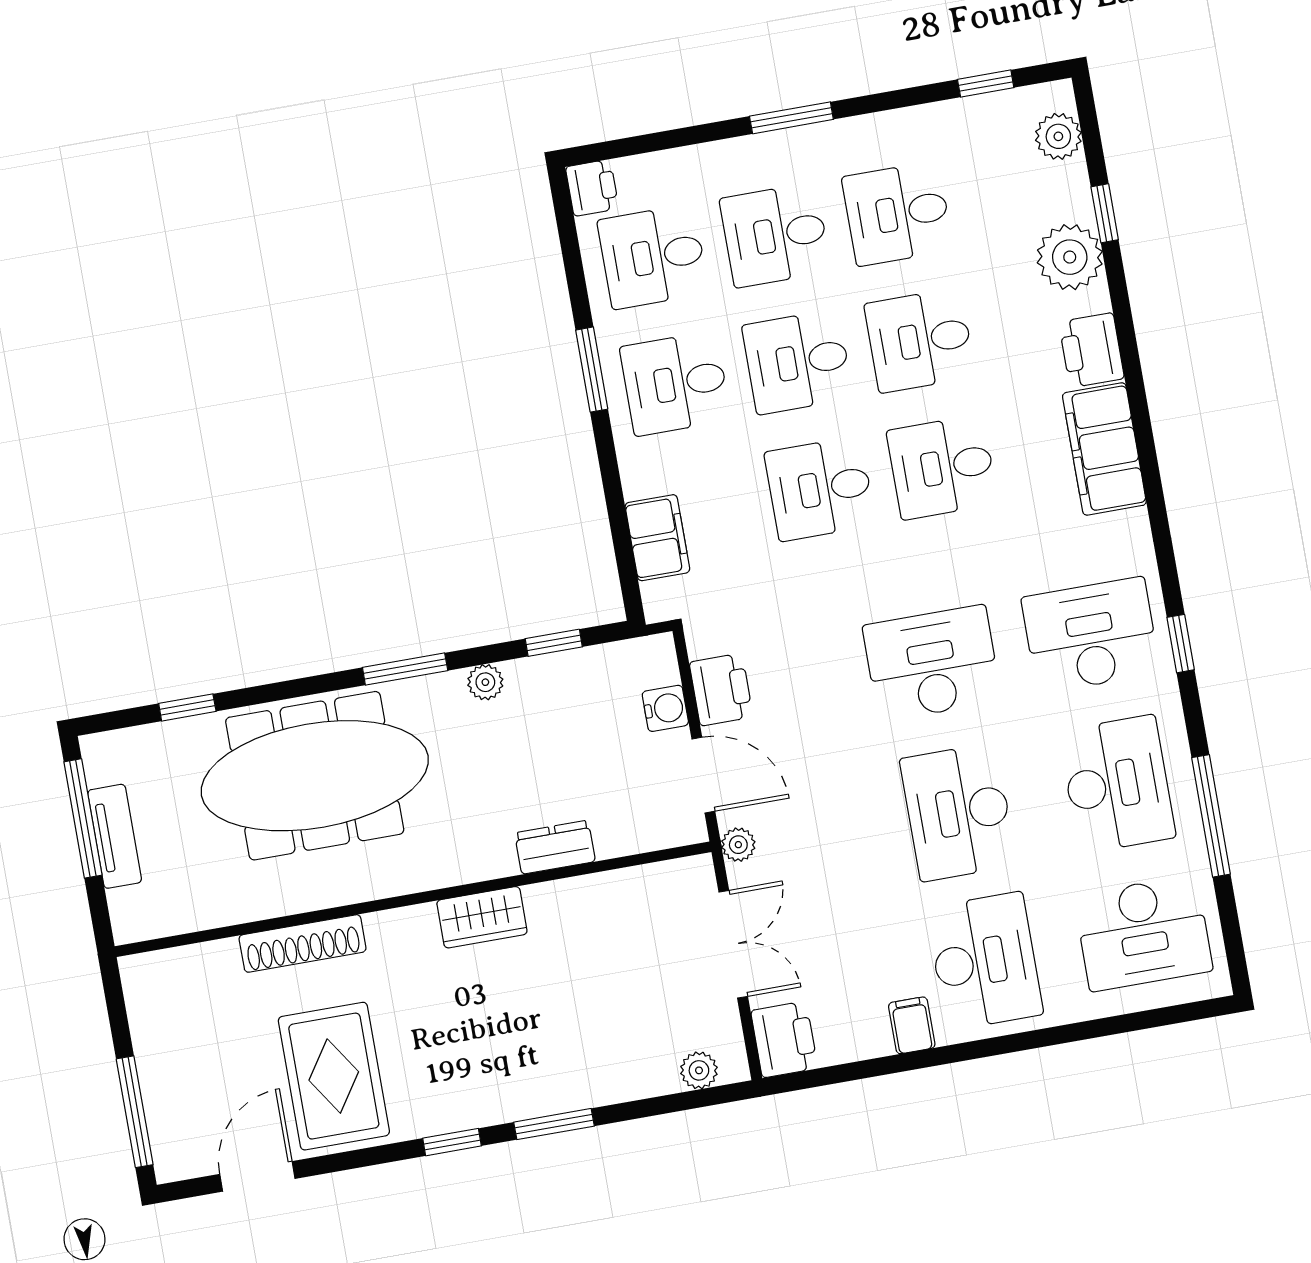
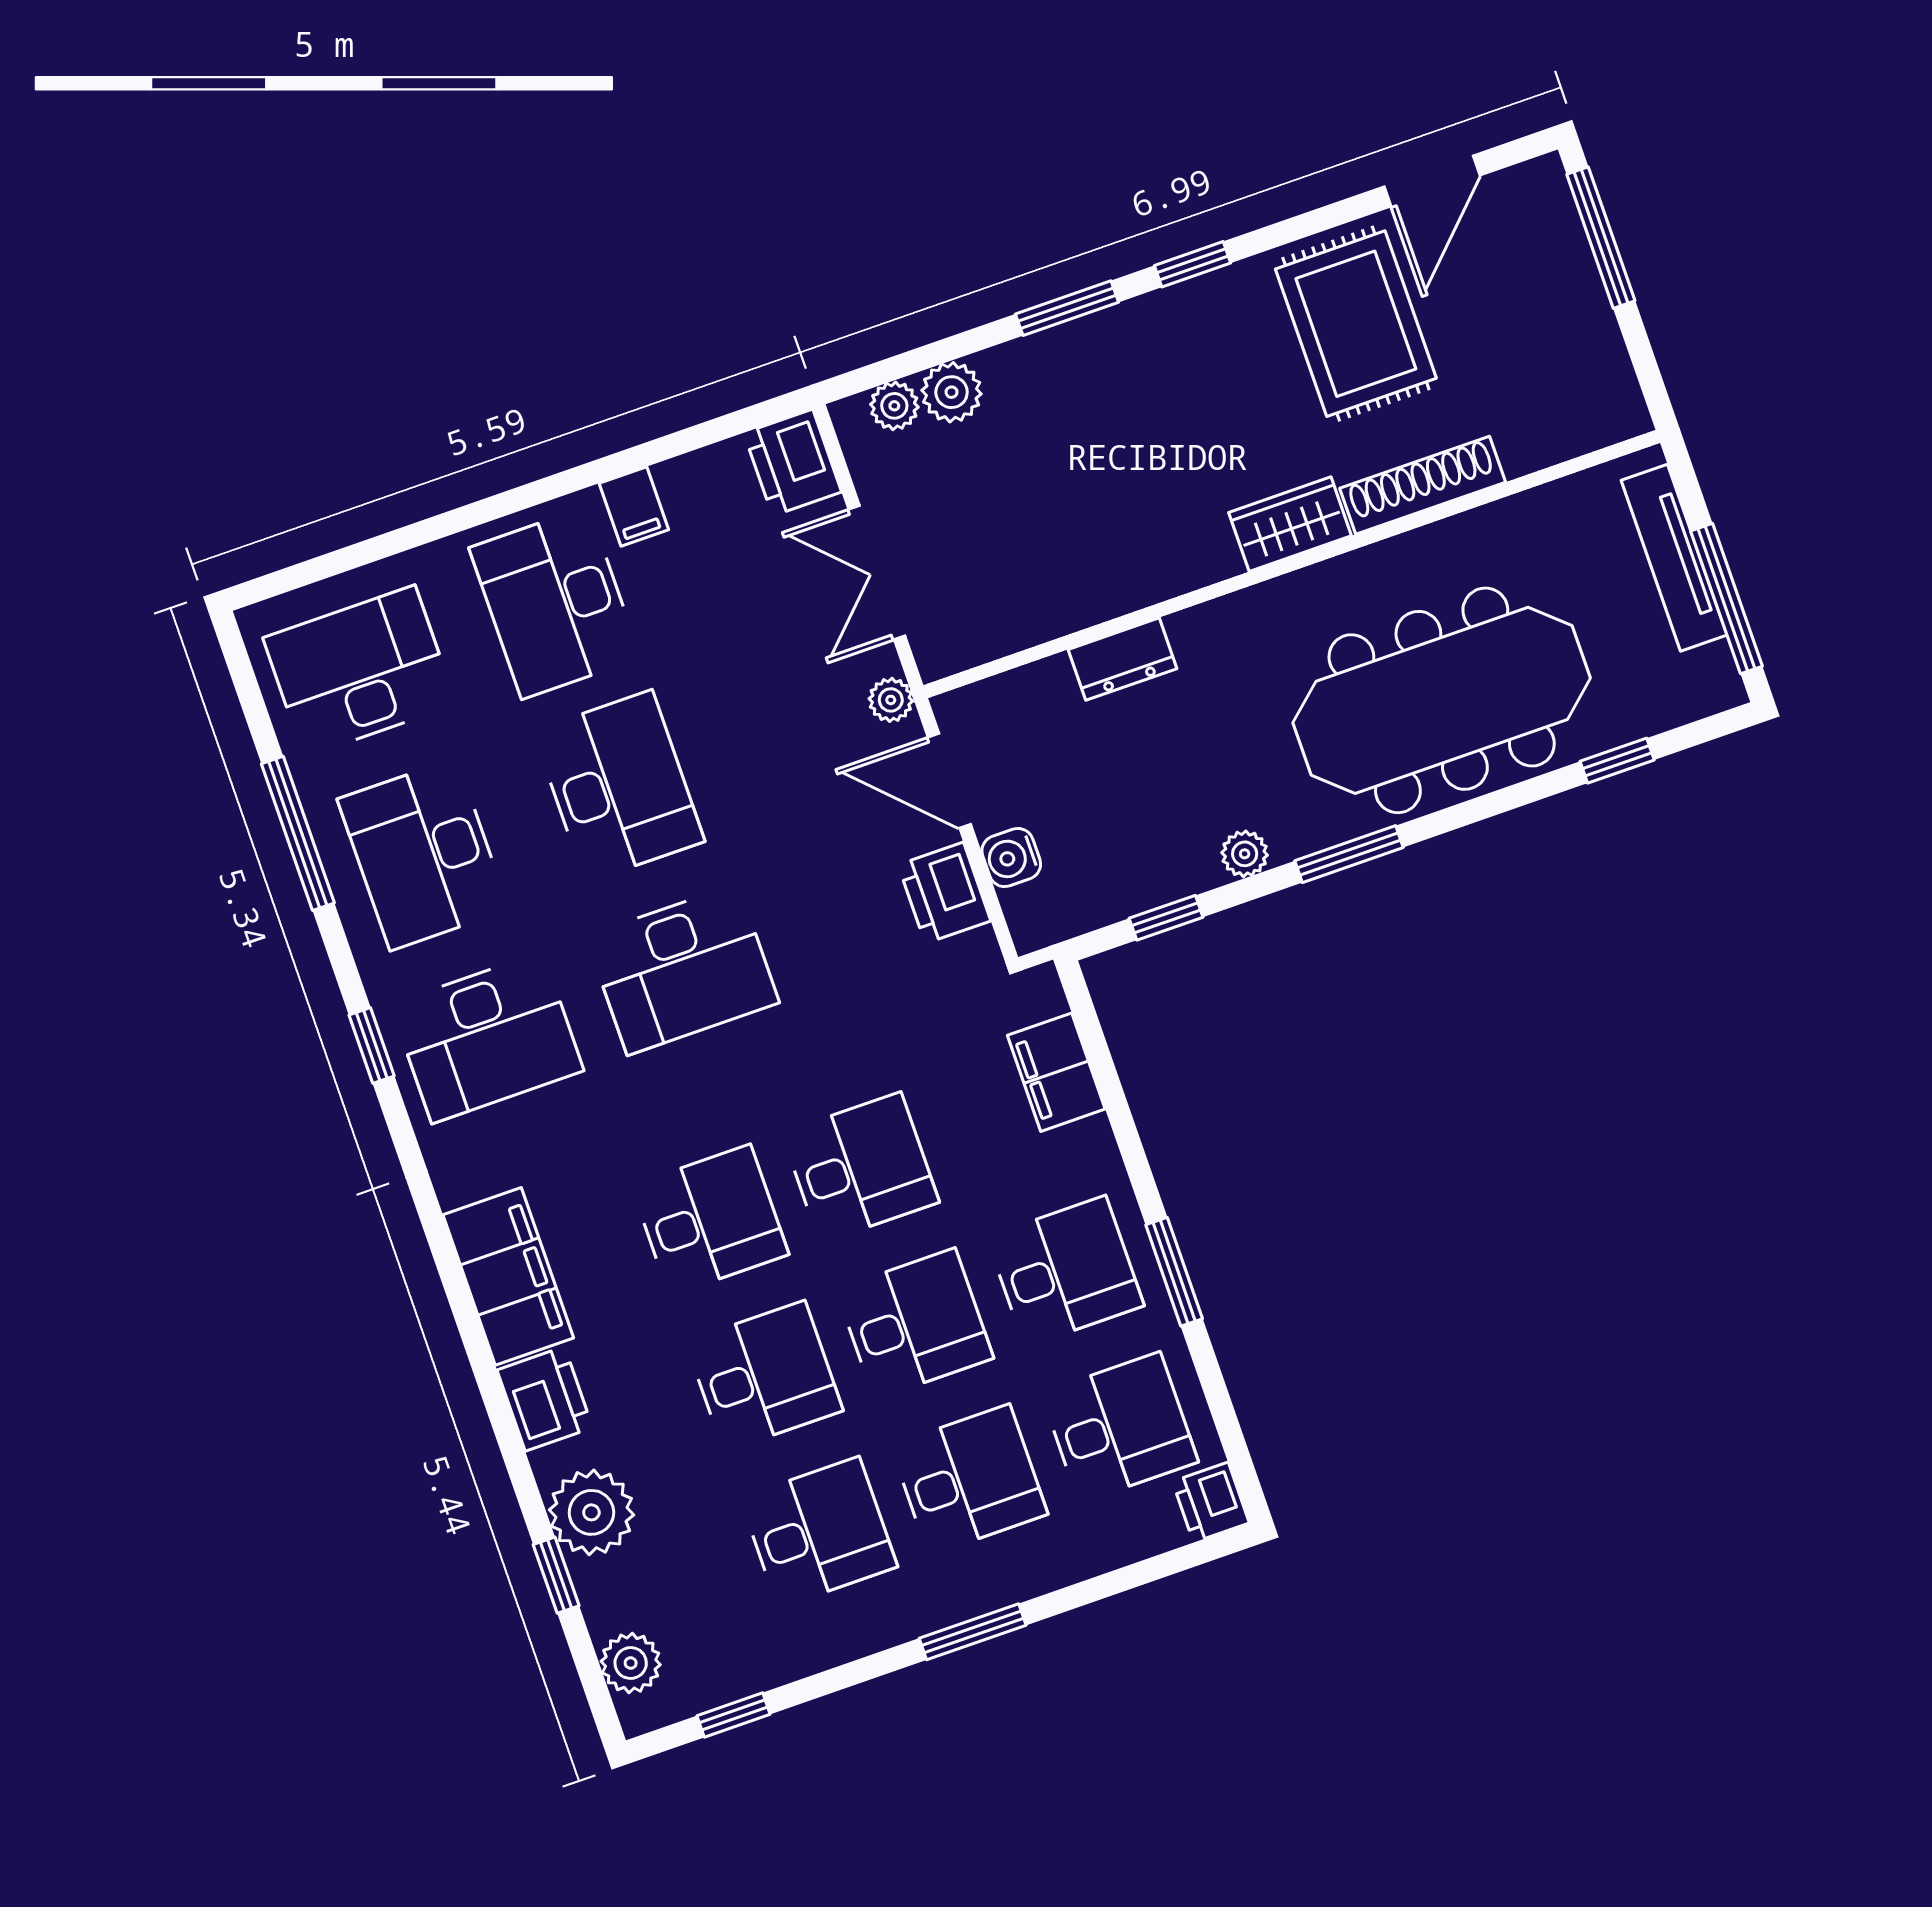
tv unit: (115, 836) -> (1674, 558), width x1.41
wardrobe: (482, 917) -> (1290, 524), moved
plant: (653, 1074) -> (952, 392), added

